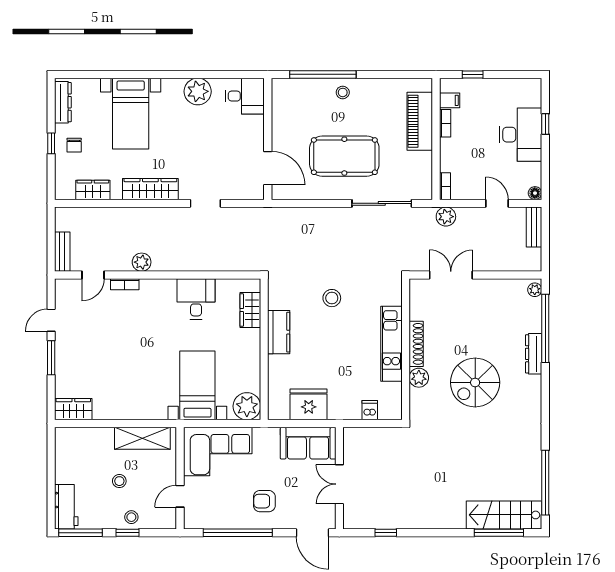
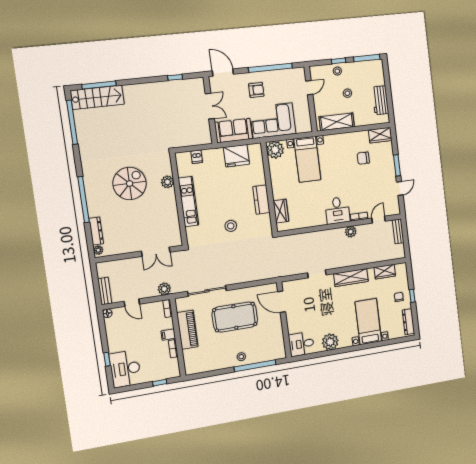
filing cabinet: (450, 100) -> (168, 335), moved
piano: (420, 121) -> (187, 330), moved
desk: (521, 135) -> (125, 369), moved
desk: (196, 299) -> (337, 210), moved
window: (545, 328) -> (83, 200), moved
shoe rack: (416, 344) -> (172, 204), removed
dresser: (534, 354) -> (96, 231), moved
chair: (106, 376) -> (363, 158), added
corner sofa: (218, 451) -> (273, 121), moved
workbench: (66, 507) -> (380, 100), moved

